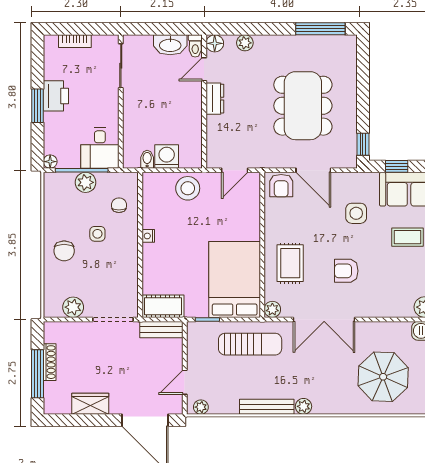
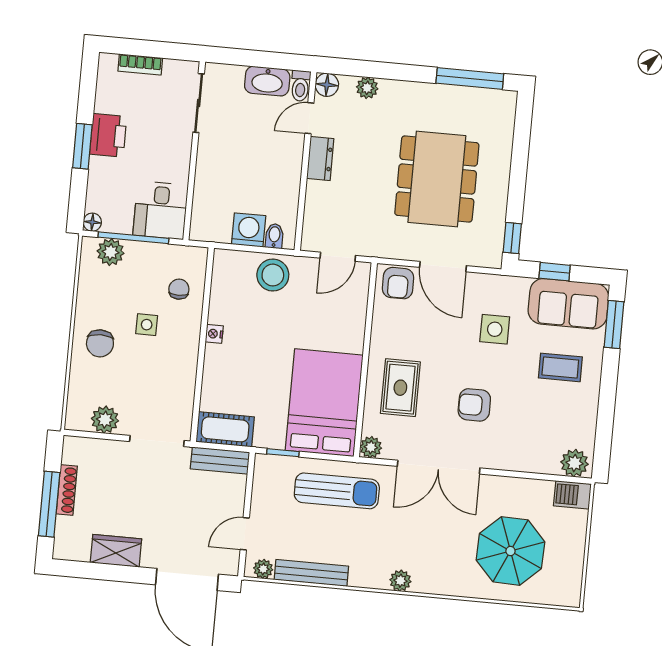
bidet: (147, 159) -> (274, 236), moved
plant: (86, 182) -> (111, 252), moved
bench: (267, 407) -> (311, 573), moved

